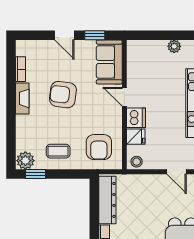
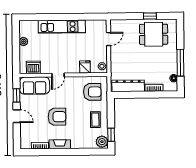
door: (64, 35) -> (17, 116), hinge flipped
armchair: (63, 95) -> (57, 117), turned -97
dishwasher: (136, 118) -> (33, 67), moved

